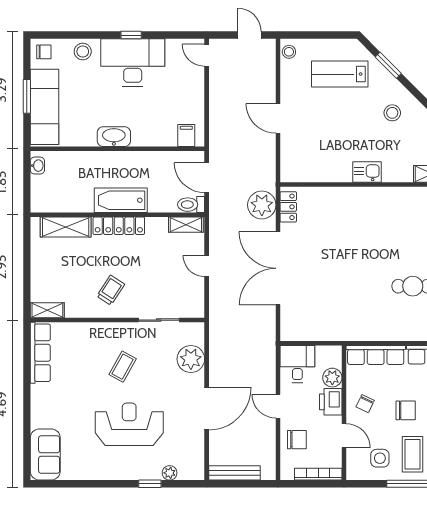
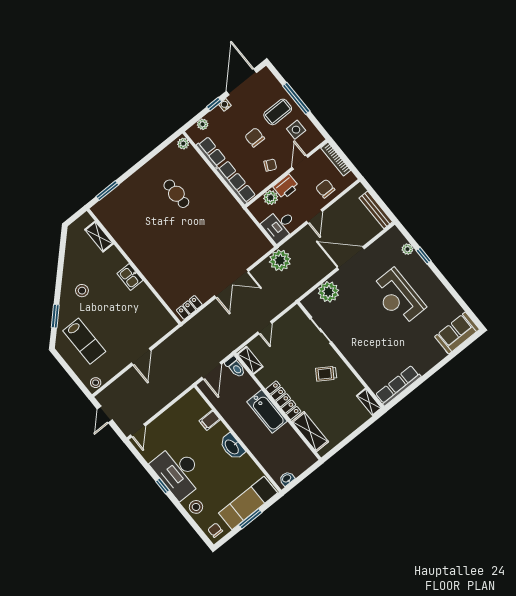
filing cabinet: (186, 136) -> (210, 420), moved
plant: (262, 205) -> (280, 260), moved
double door: (278, 268) -> (231, 284), width x0.73
coffee table: (123, 367) -> (366, 329), removed

